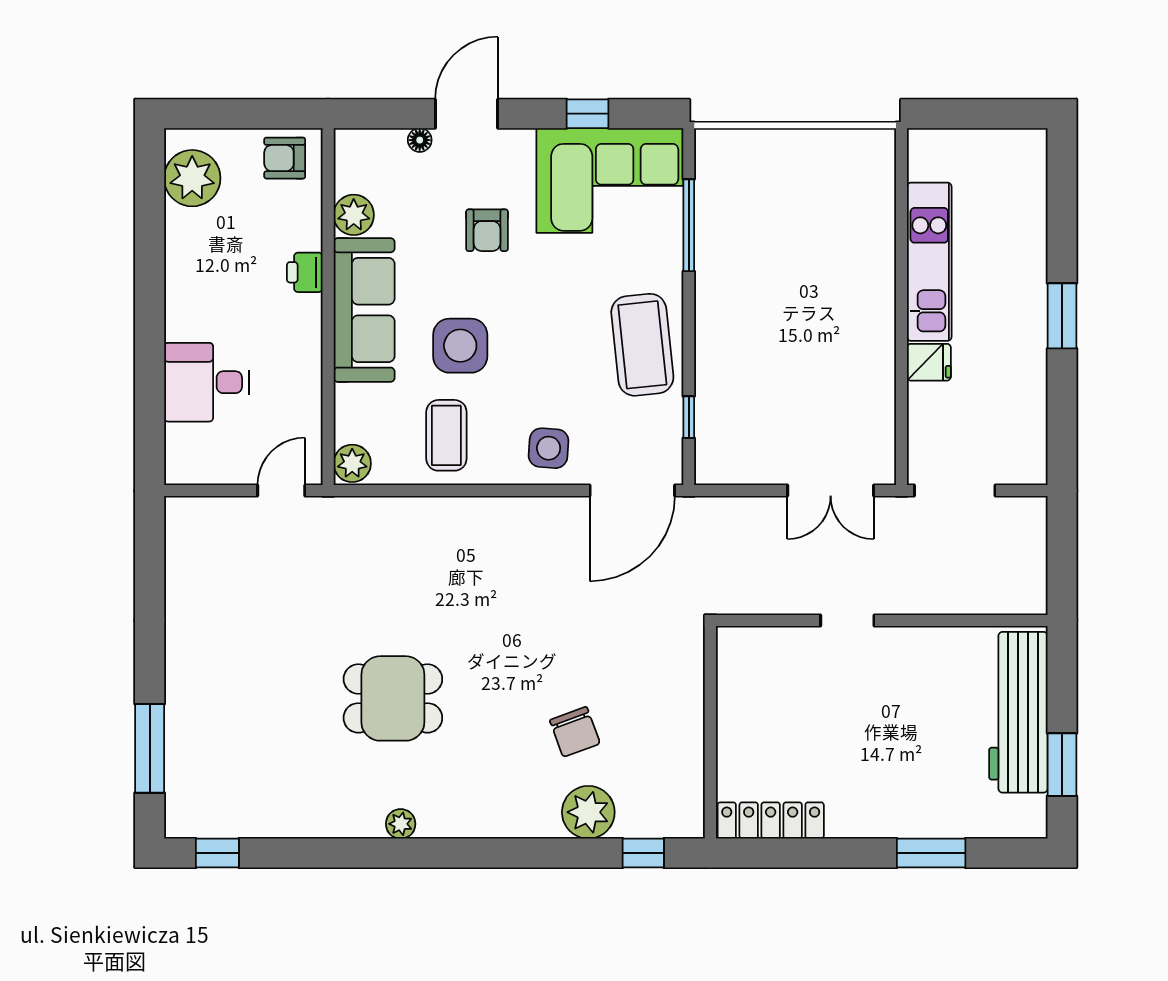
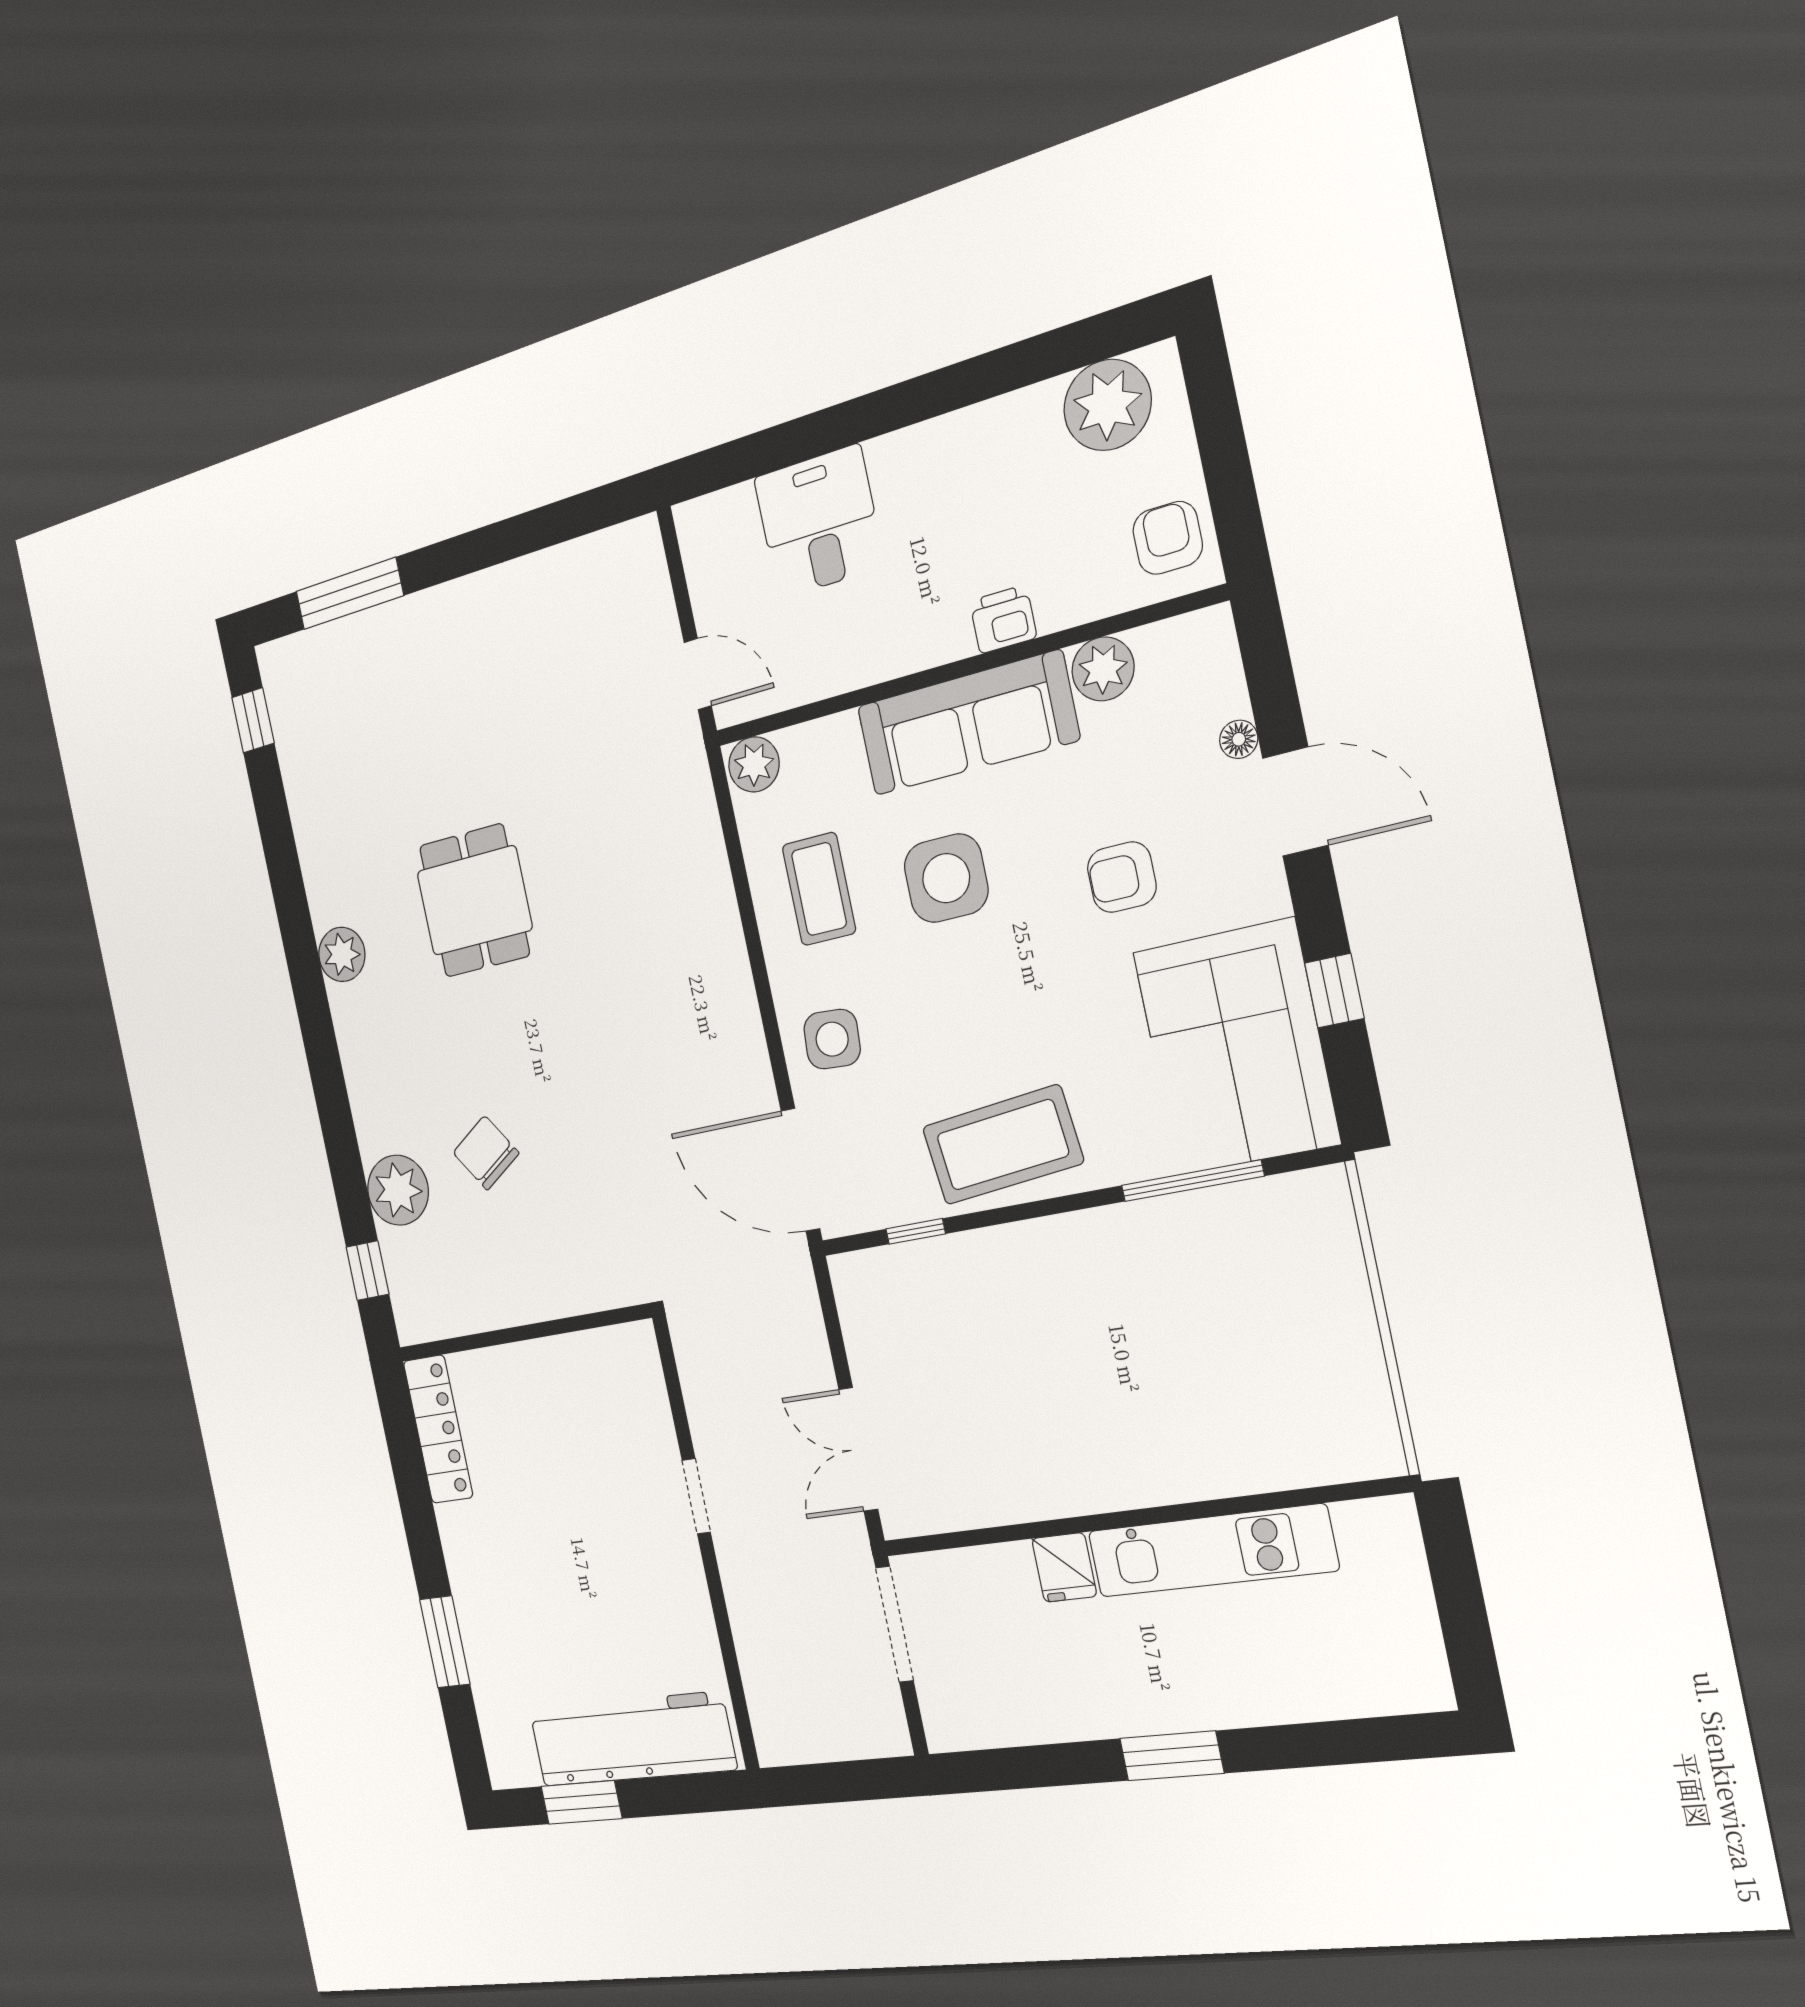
coffee table: (446, 435) -> (819, 889), turned 90
chair: (575, 732) -> (486, 1153), turned 76
plant: (401, 824) -> (342, 954), width x1.38, depth x1.38

